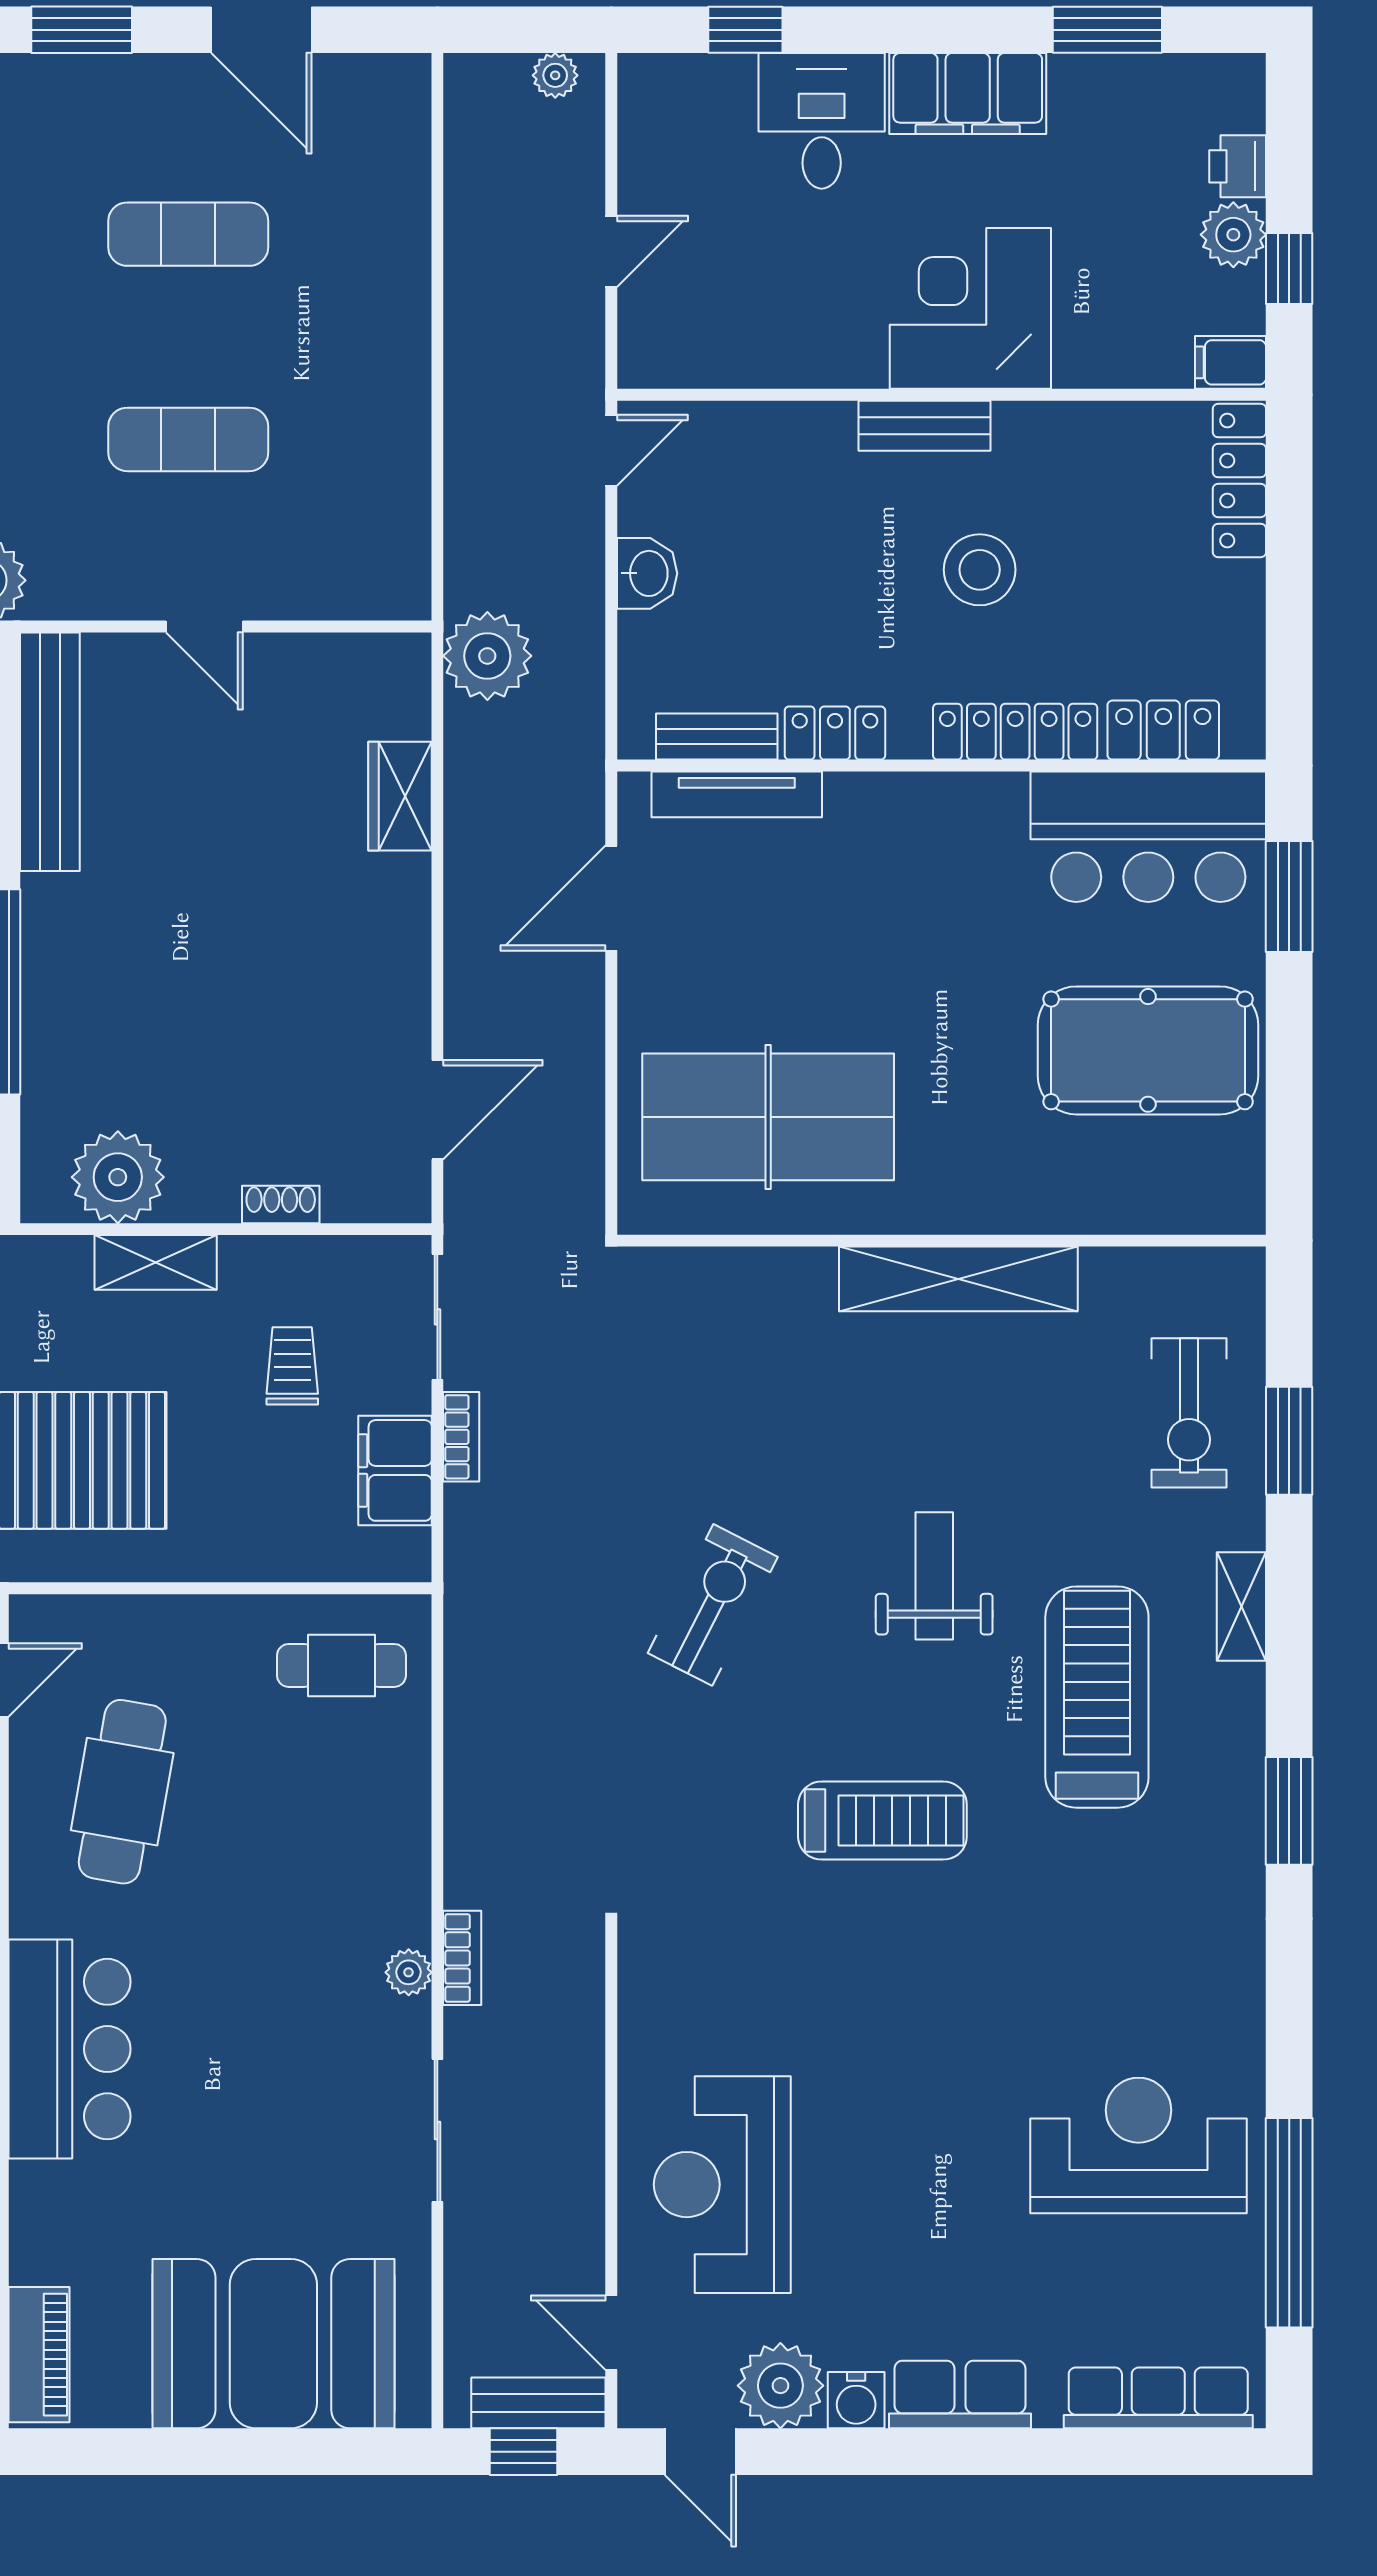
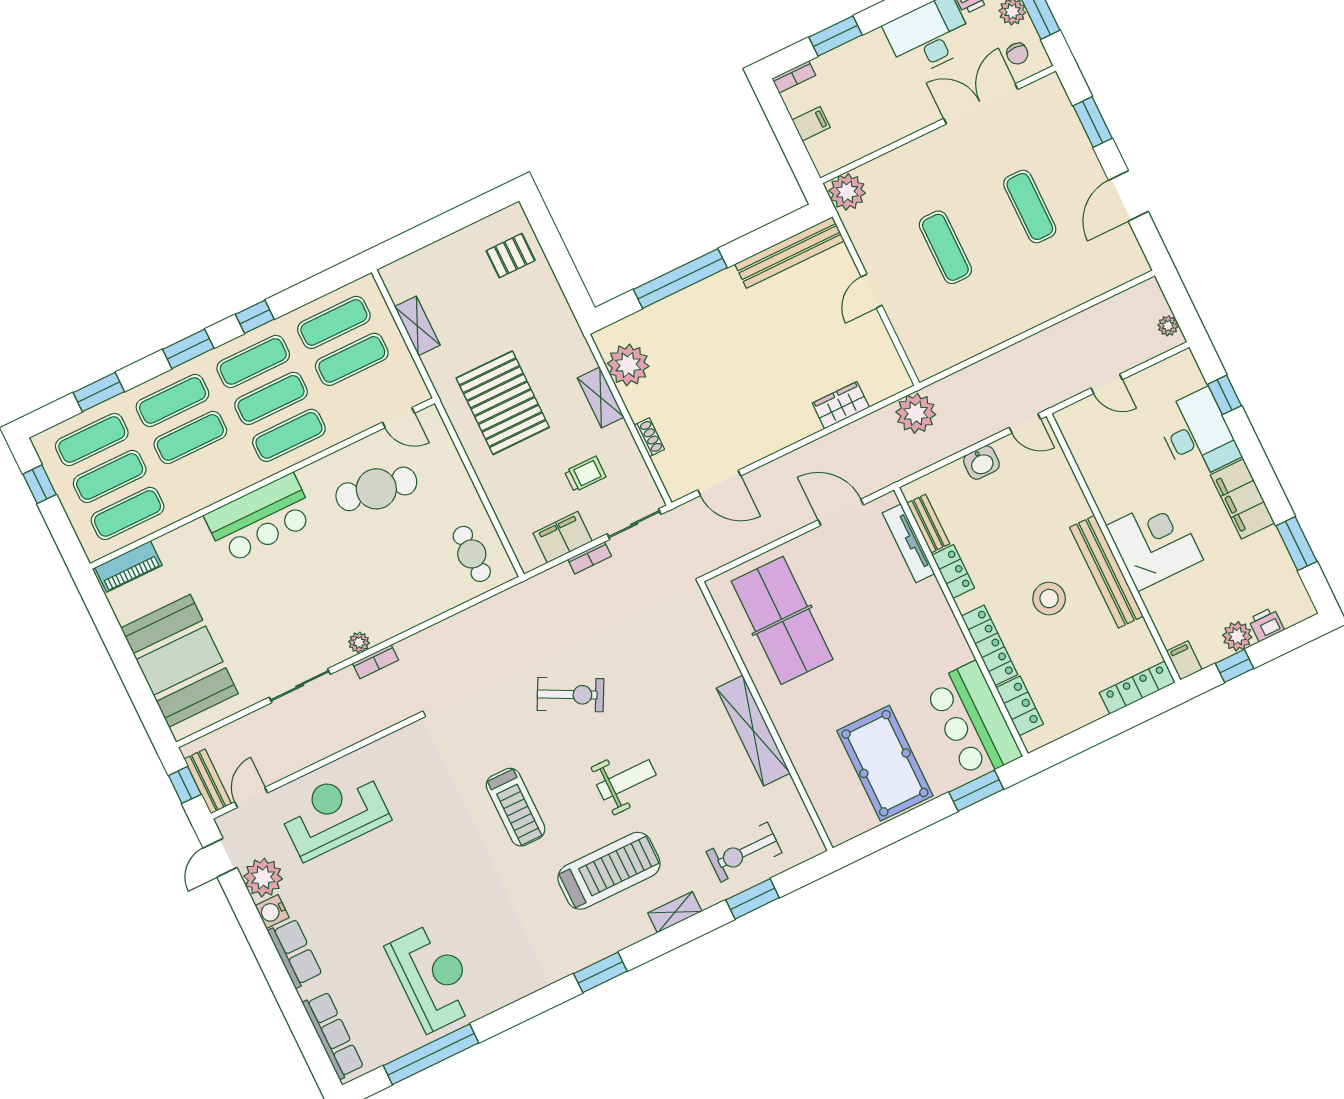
desk: (822, 121) -> (1198, 435), width x1.37
bench: (925, 426) -> (1106, 572), width x1.86, depth x1.21

